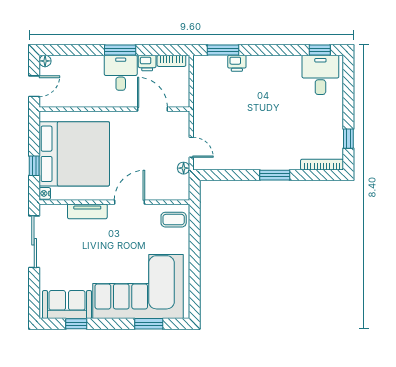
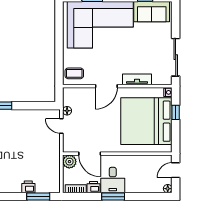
plant: (180, 98) -> (69, 162), added

